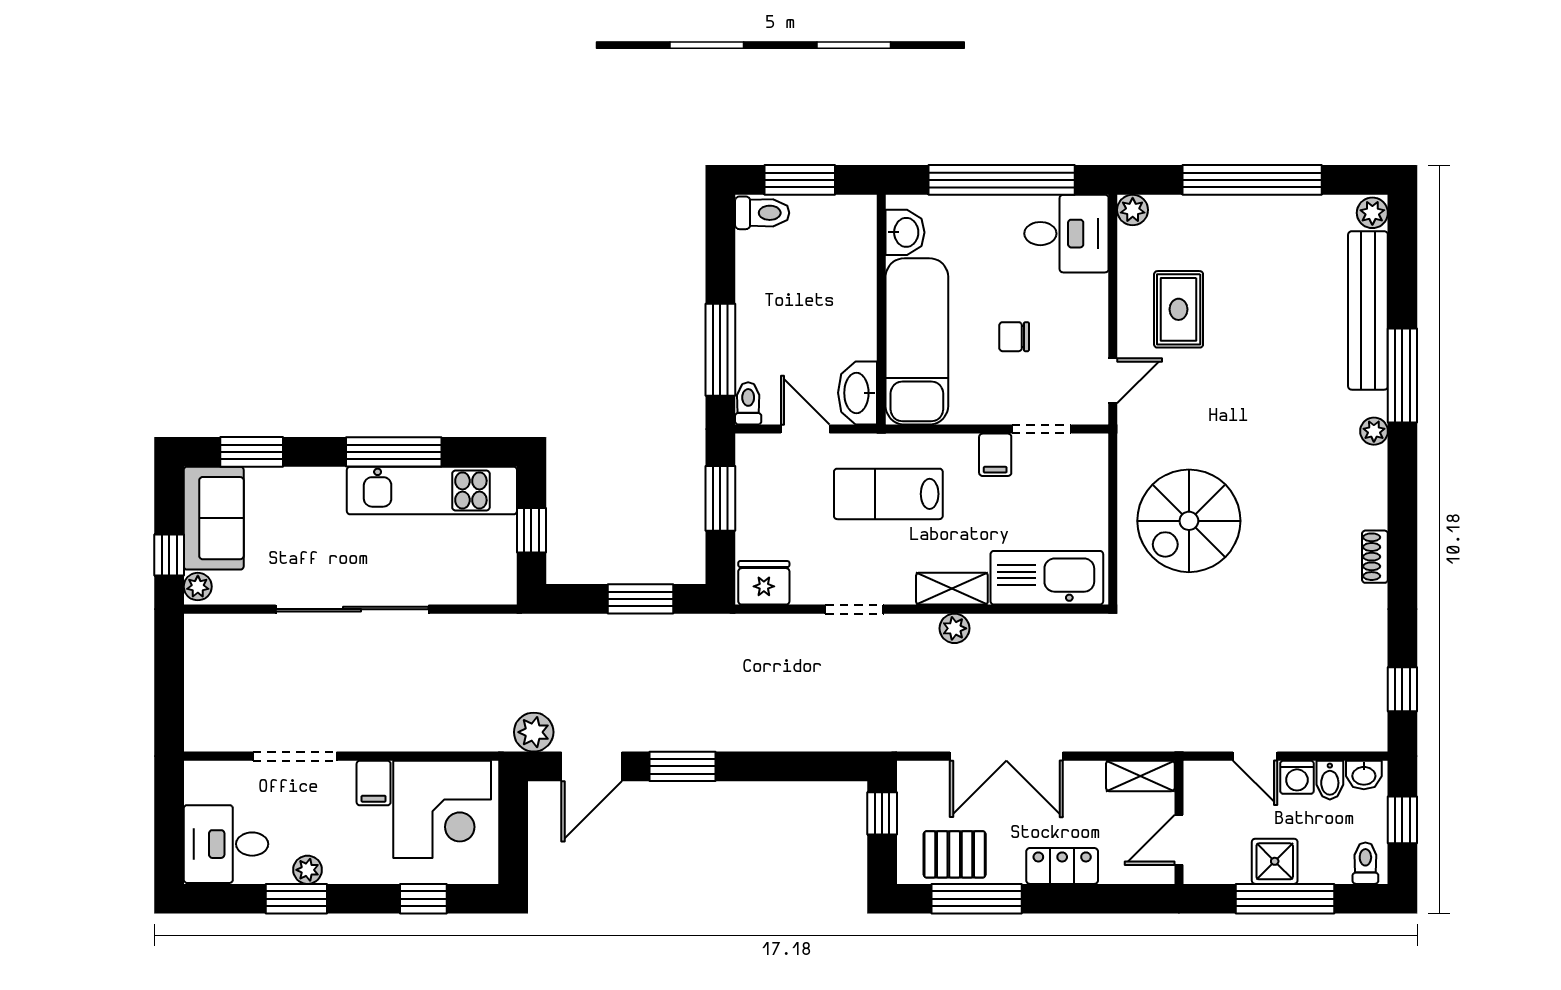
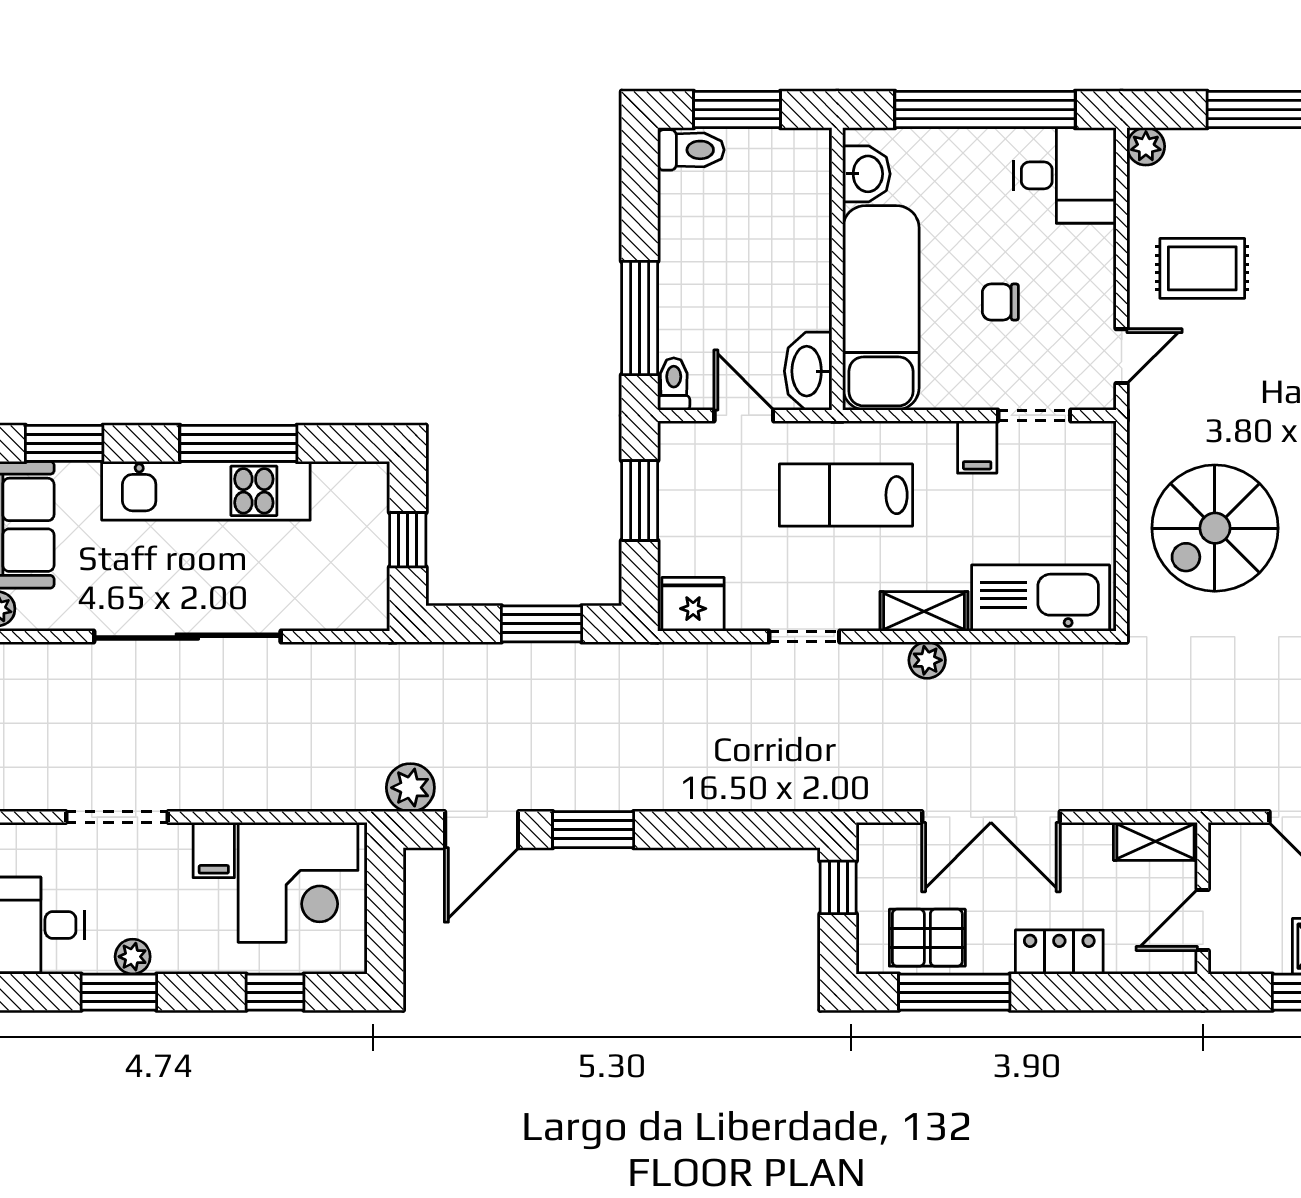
rug: (1179, 309) -> (1202, 268), turned 90
kitchen unit: (432, 490) -> (206, 491), moved

